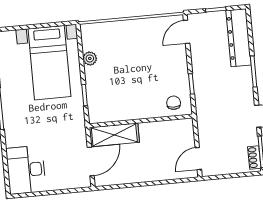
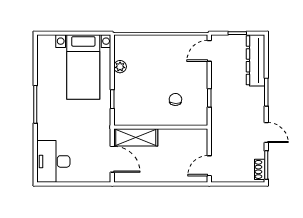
chair: (174, 103) -> (175, 99), moved
door: (91, 161) -> (112, 159), hinge flipped

